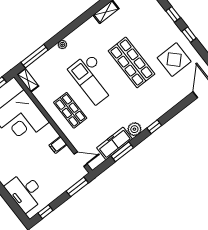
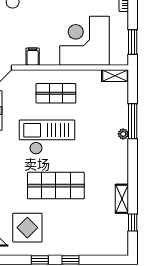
window: (35, 56) -> (133, 121), moved
checkout: (93, 79) -> (47, 137), moved

